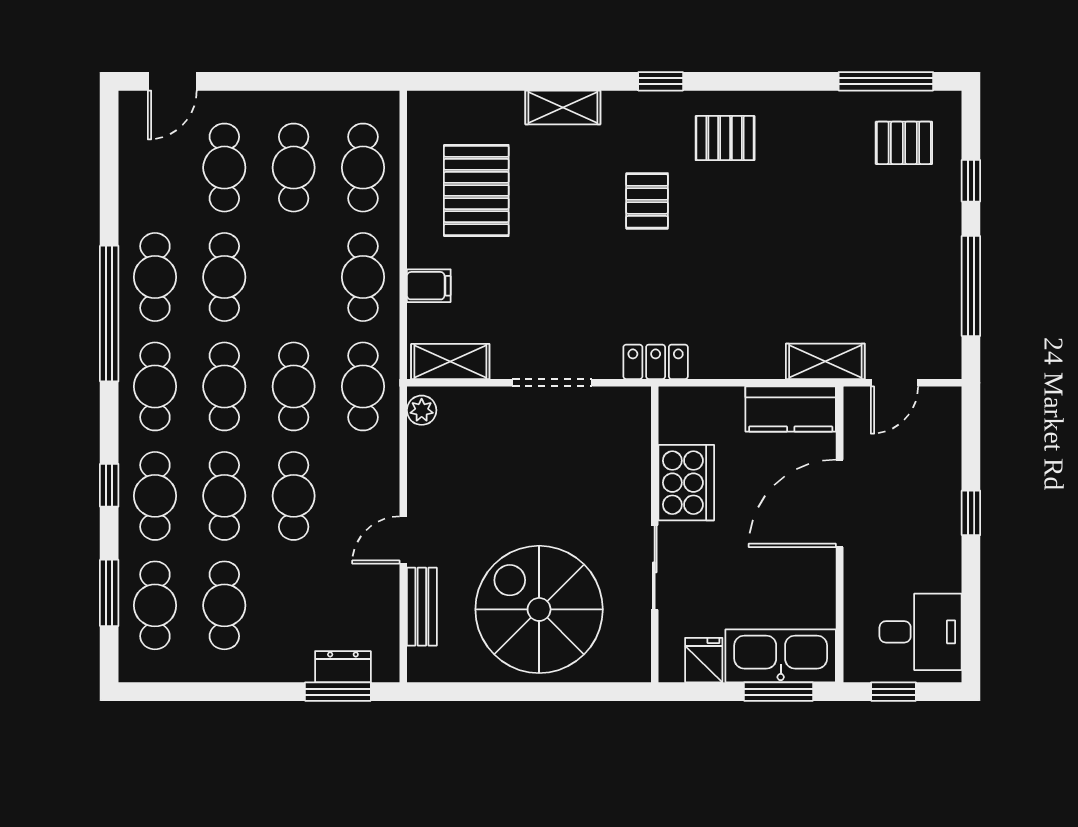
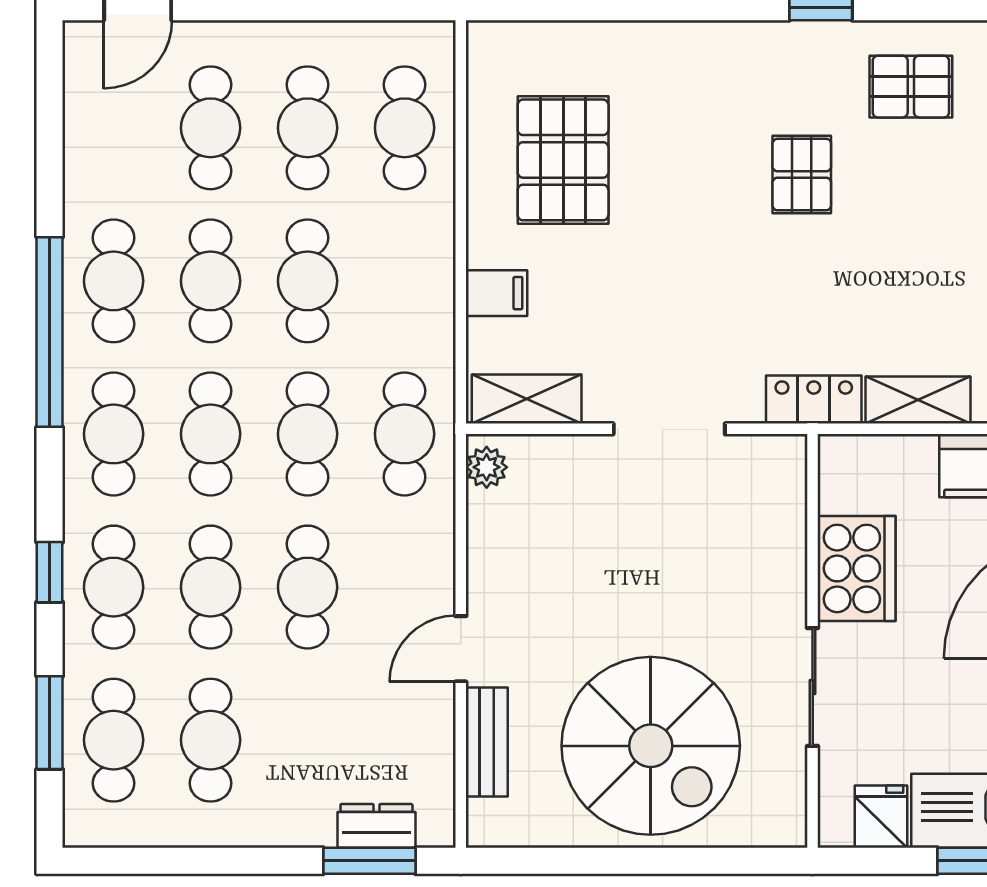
shelving: (563, 107) -> (918, 400), moved
cafe table: (363, 277) -> (308, 281), moved
spiral stairs: (539, 609) -> (651, 746), turned 180

